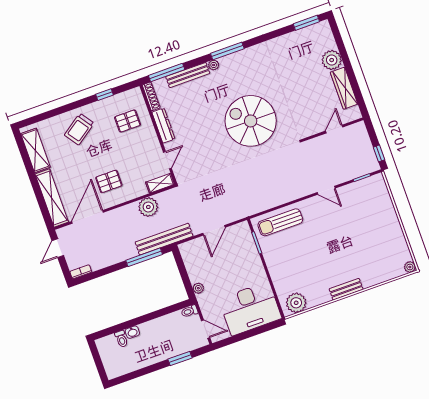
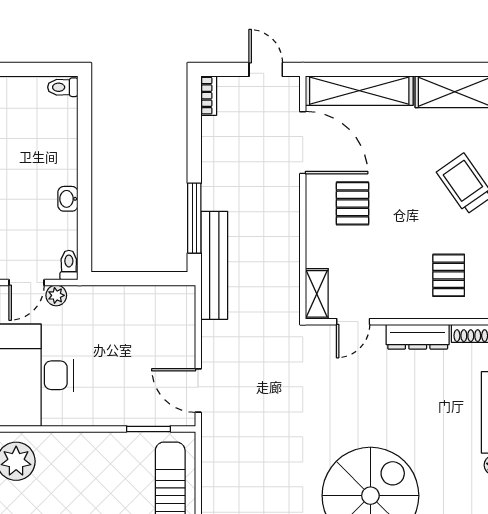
door: (167, 160) -> (353, 322), hinge flipped
plant: (148, 207) -> (282, 258), removed
door: (214, 230) -> (198, 391), moved
plant: (198, 288) -> (56, 295), moved
washbasin: (132, 332) -> (68, 199), moved
toilet: (121, 339) -> (63, 87), moved

